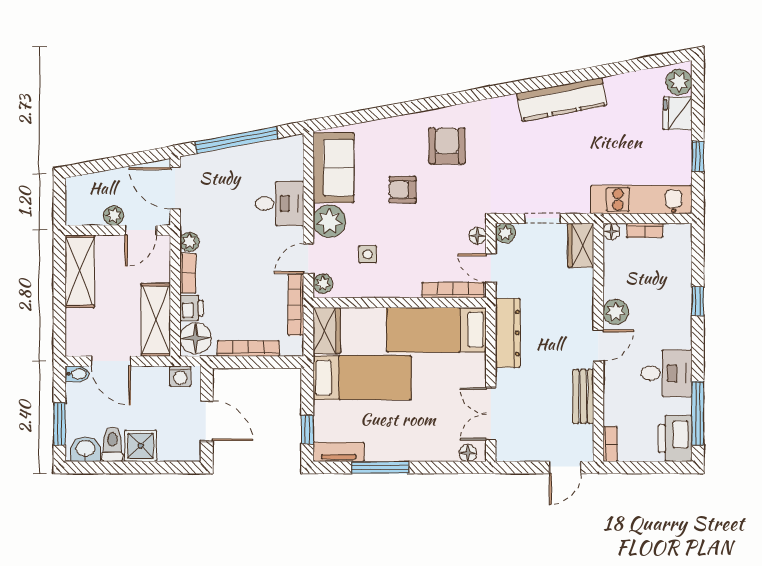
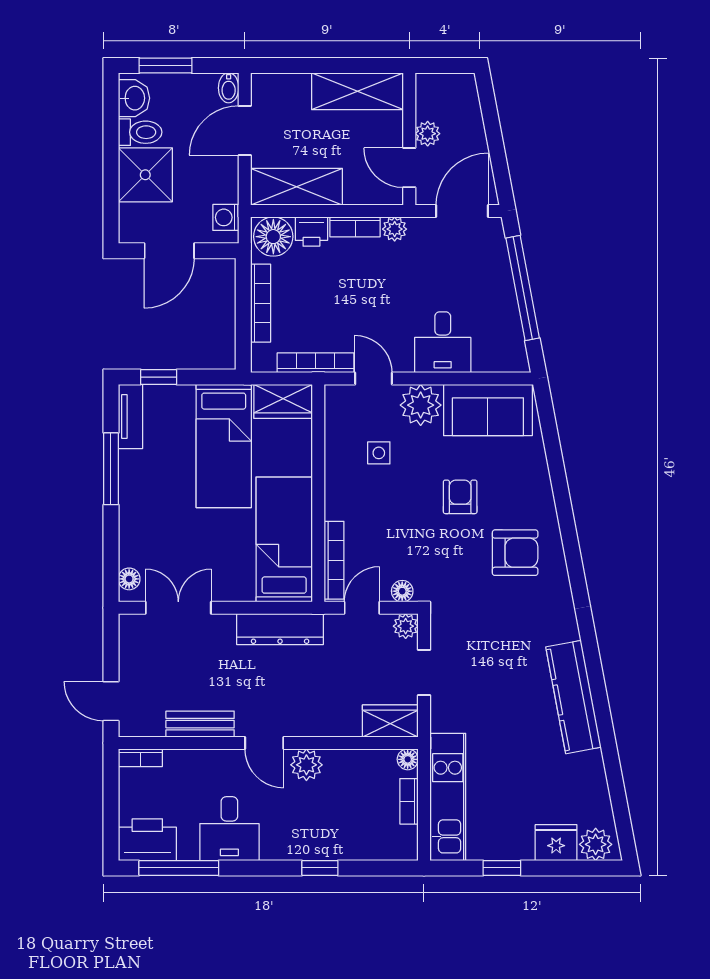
plant: (323, 284) -> (342, 397), removed
shower: (141, 446) -> (145, 175), width x1.36, depth x1.36

